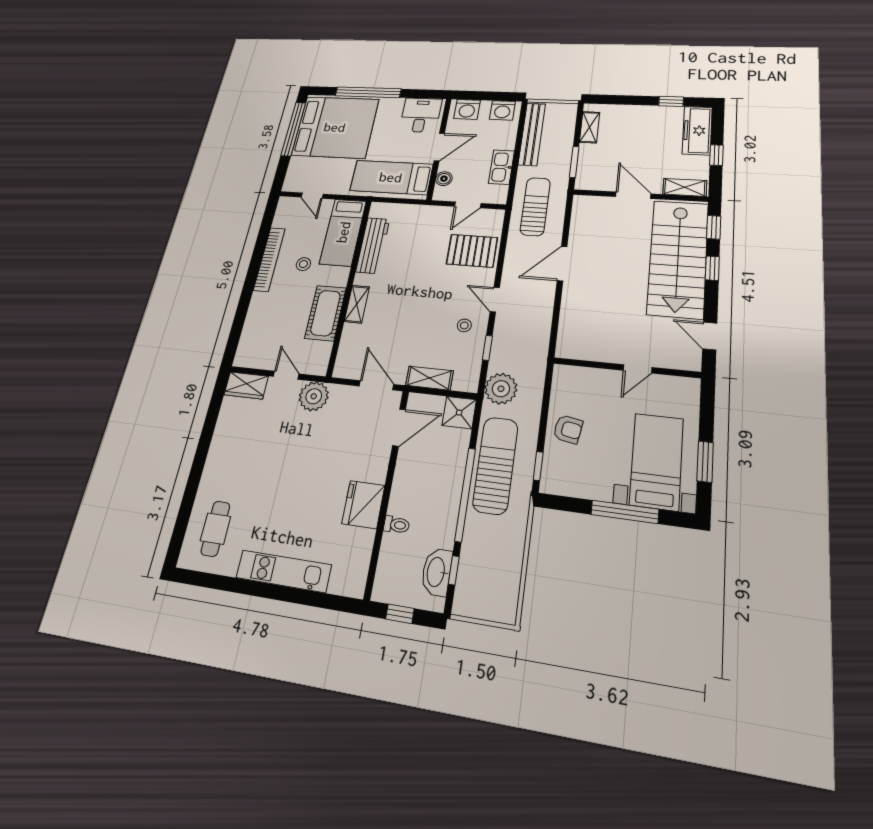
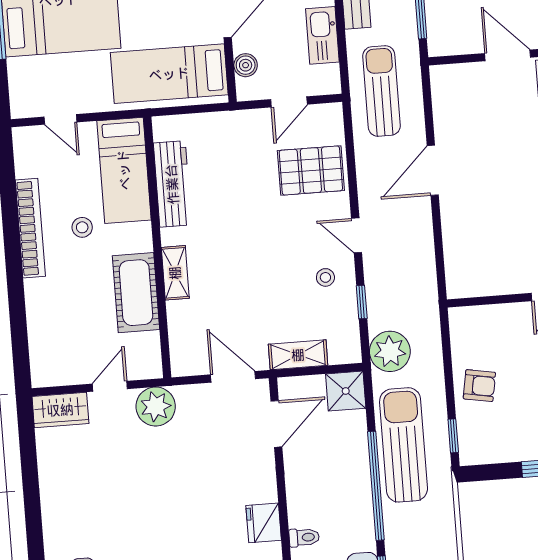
door: (286, 375) -> (110, 386), hinge flipped
fridge: (363, 504) -> (264, 523), width x0.73, depth x0.75

